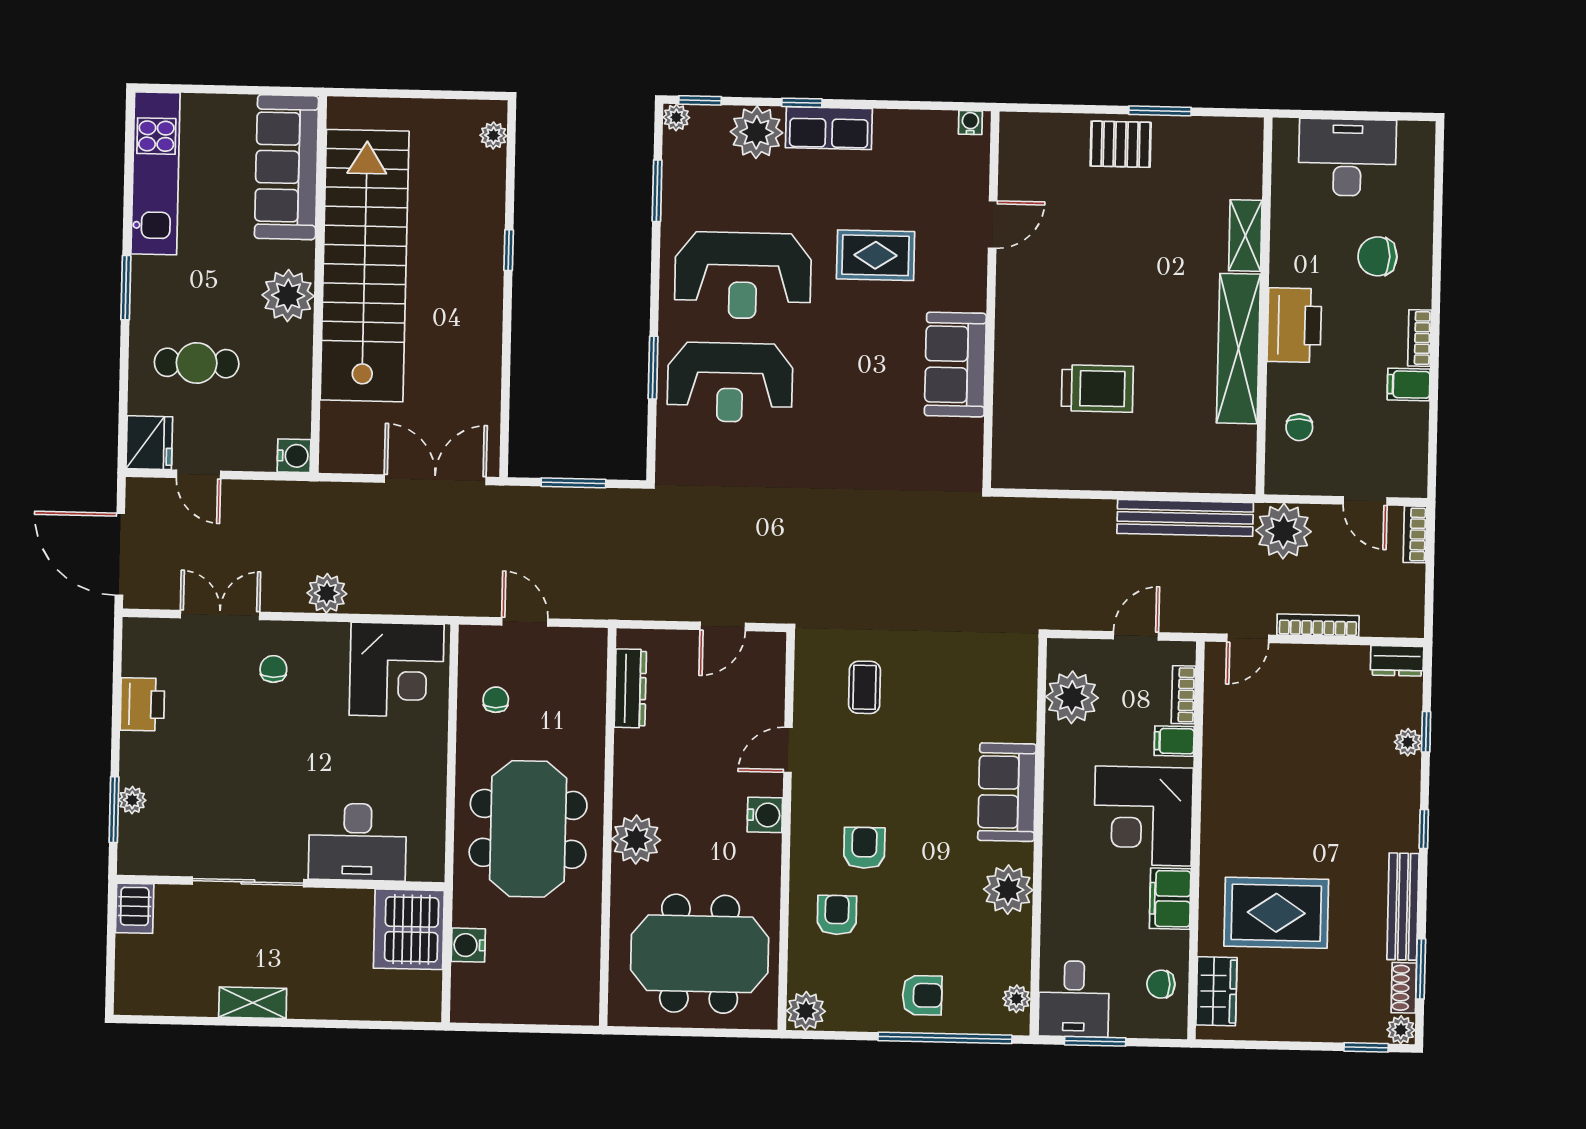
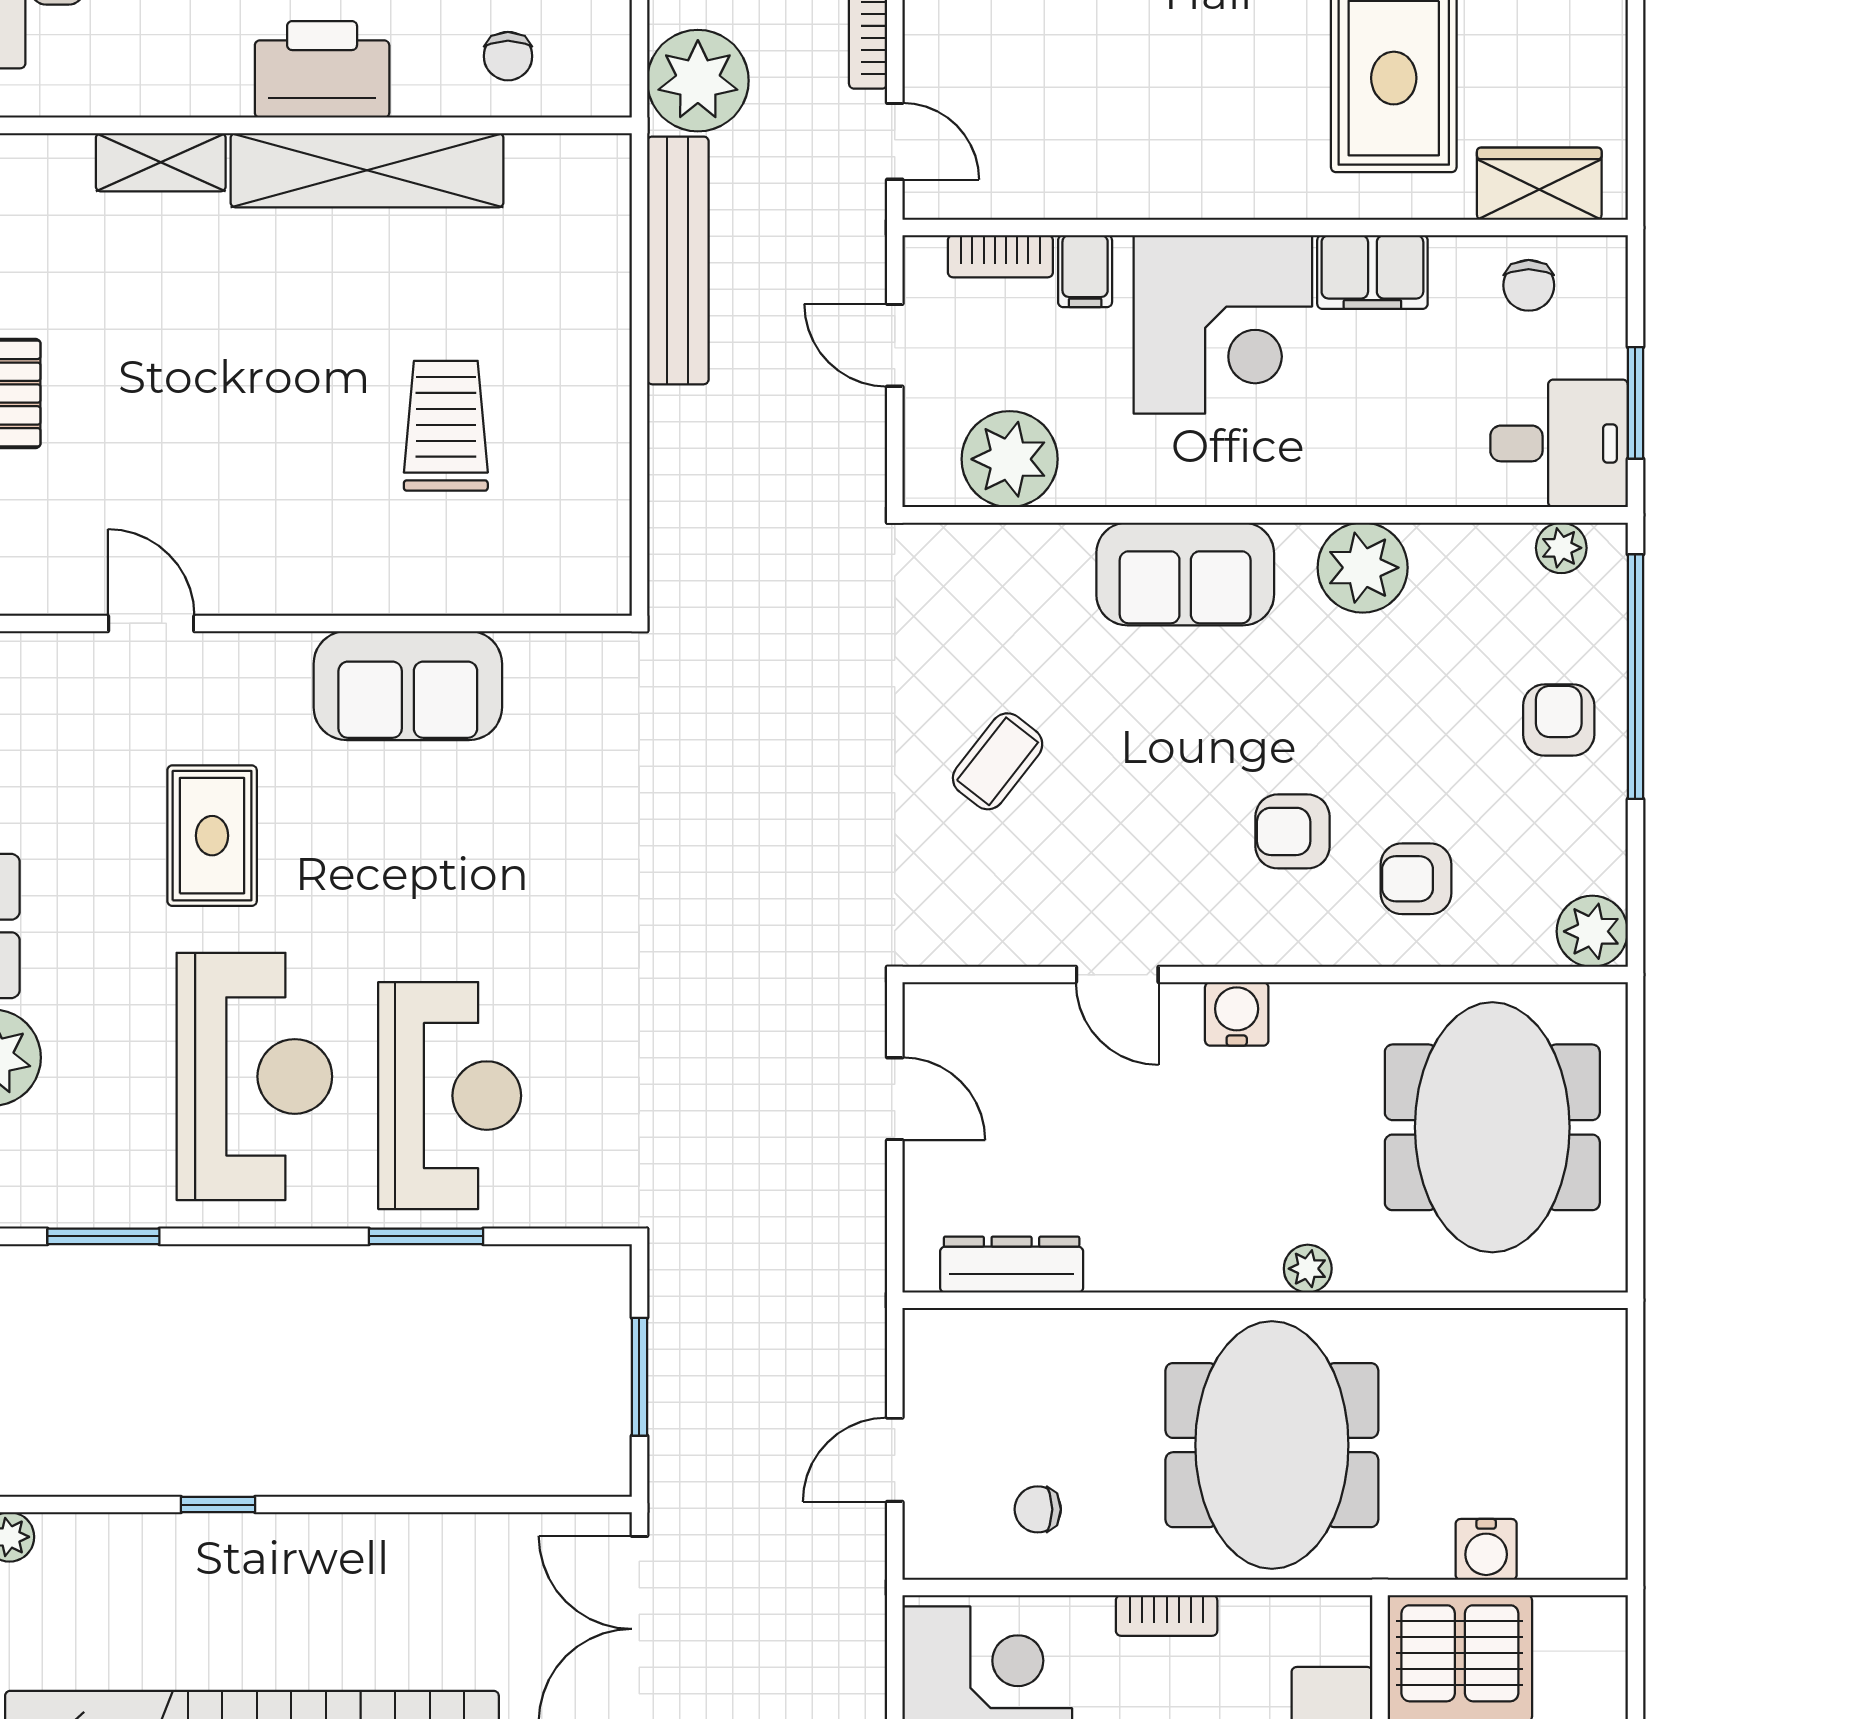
chair: (1299, 427) -> (508, 56), turned 90
coffee table: (864, 687) -> (998, 761), moved, turned -52
bookcase: (436, 769) -> (1167, 1616), added
meeting table: (528, 829) -> (1272, 1445), turned 90
plant: (636, 840) -> (1308, 1269), width x0.53, depth x0.53

